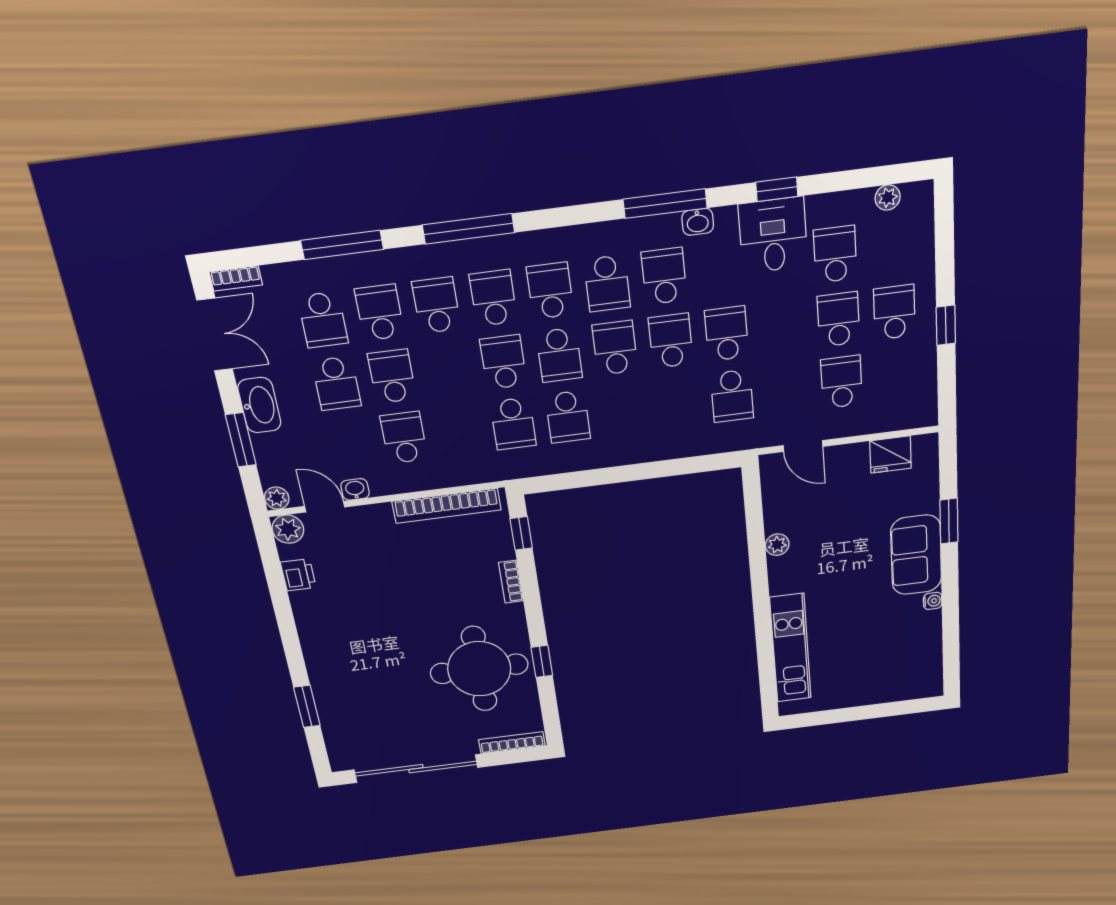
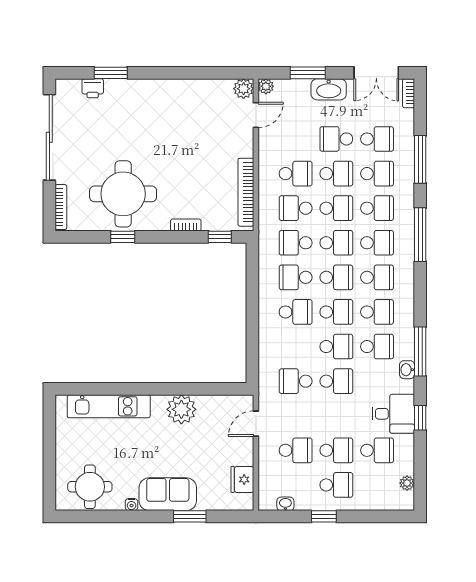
school desk: (607, 283) -> (377, 312), turned 180
school desk: (323, 320) -> (377, 139), turned 180
school desk: (559, 355) -> (336, 277), turned 180
school desk: (448, 369) -> (336, 208), added
school desk: (623, 410) -> (296, 312), added
school desk: (459, 431) -> (296, 208), added
washbasin: (355, 489) -> (285, 504), moved, turned -90
plant: (777, 545) -> (181, 409), width x1.88, depth x1.88
printer: (298, 575) -> (93, 88), moved
round table: (908, 657) -> (90, 487), added

